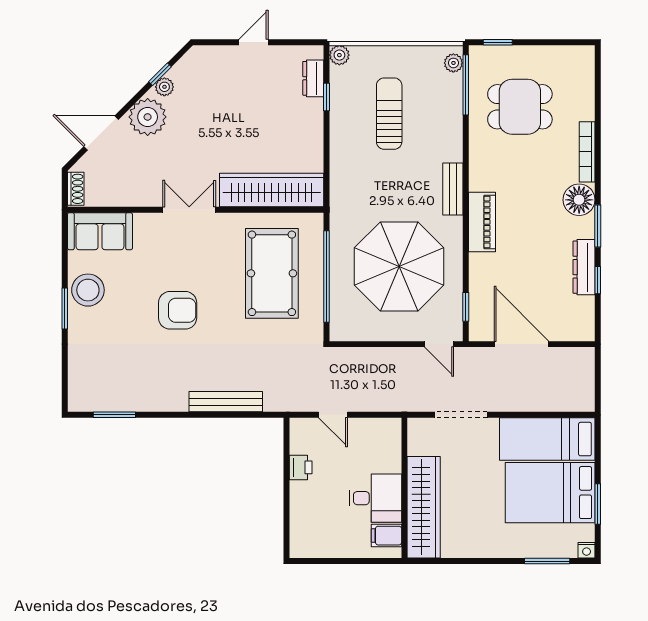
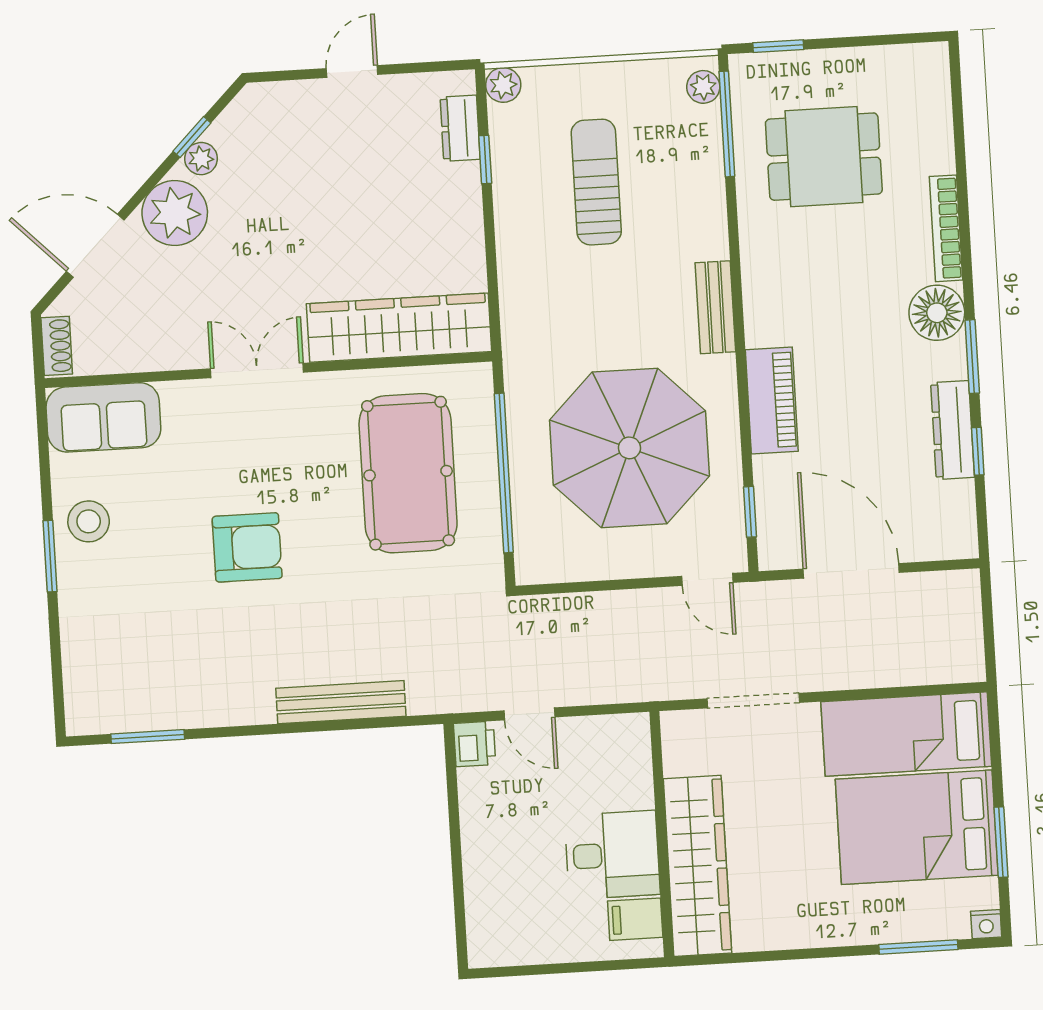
piano: (482, 222) -> (772, 400), moved
stool: (88, 290) -> (89, 521), width x0.73, depth x0.73
printer: (301, 467) -> (475, 744), moved

